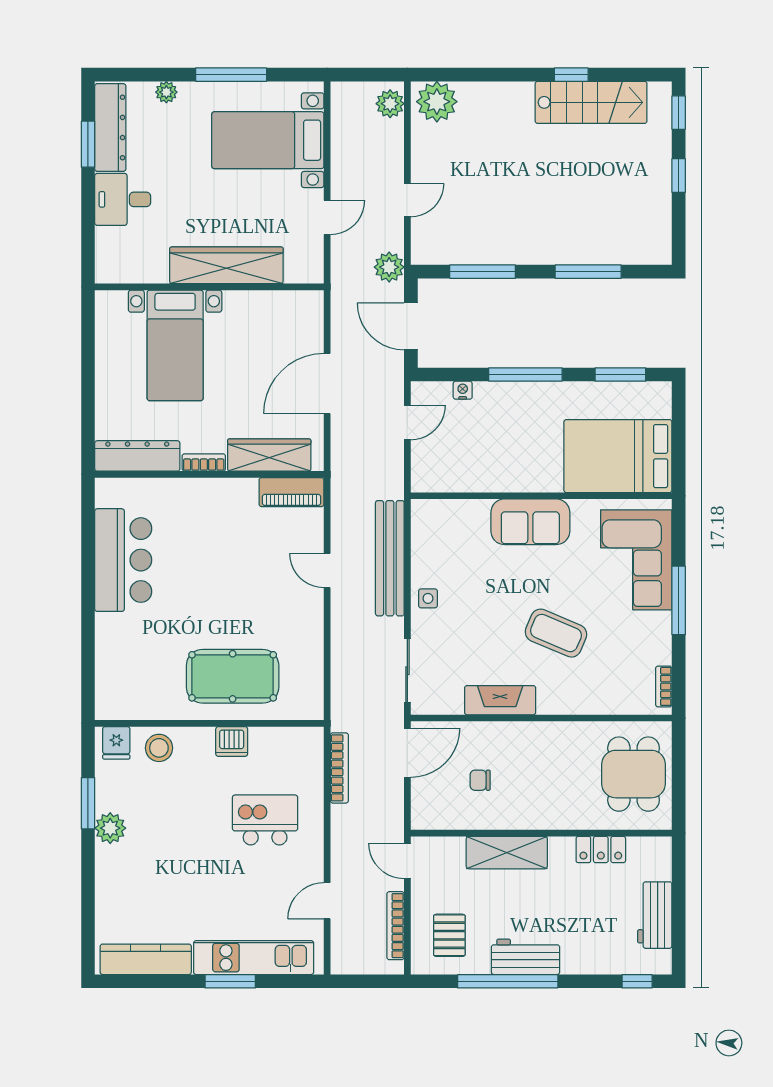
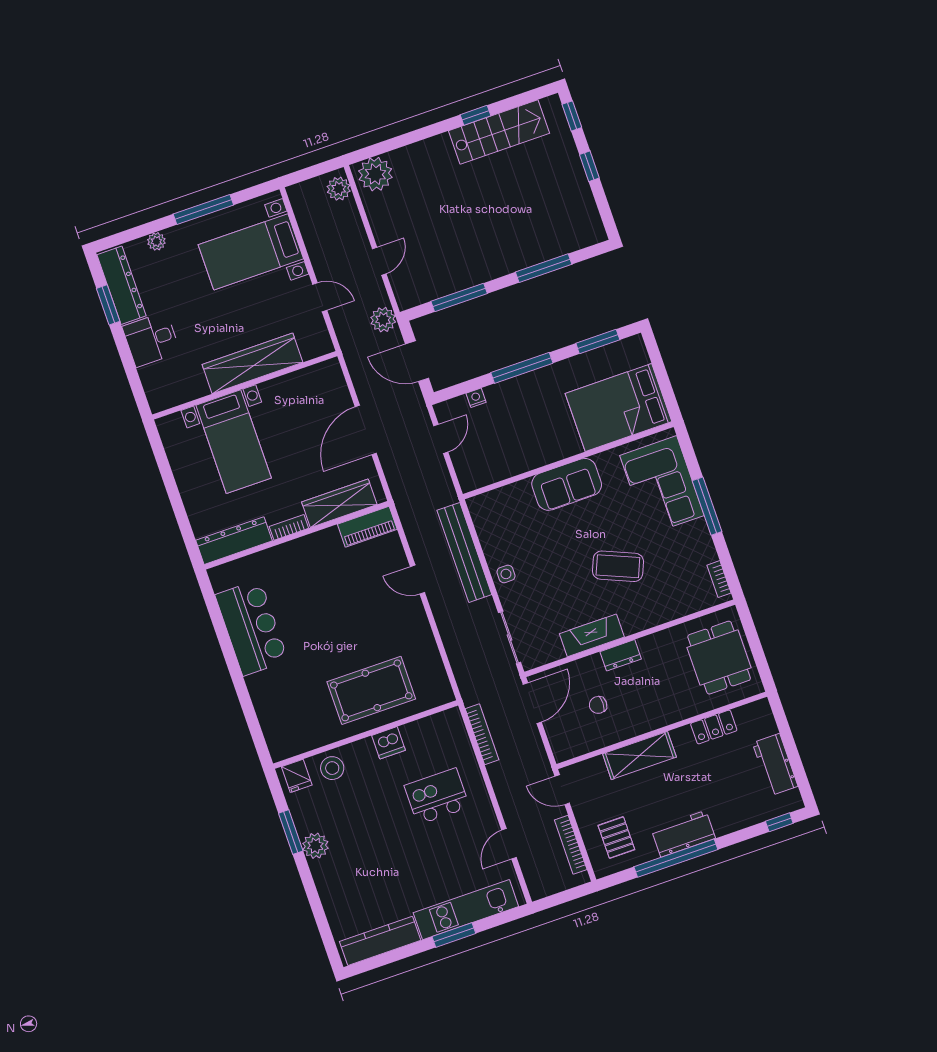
door: (327, 217) -> (320, 297), hinge flipped
dresser: (524, 733) -> (621, 655), added

